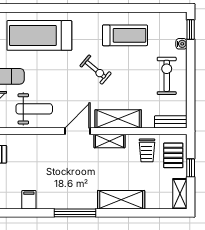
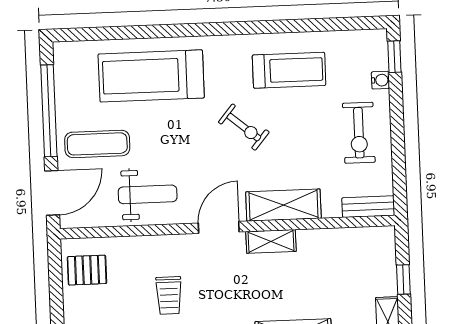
exercise bike: (167, 76) -> (359, 133), turned 180
trolley: (147, 150) -> (169, 295), moved
pallet: (173, 155) -> (375, 260), removed

